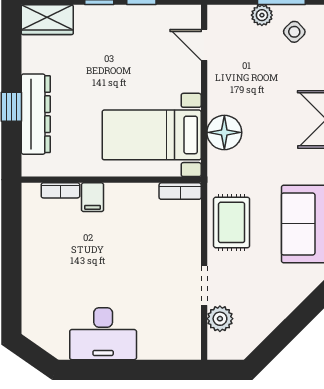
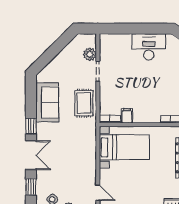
floor lamp: (224, 132) -> (88, 149), removed
filing cabinet: (93, 197) -> (127, 116), moved

